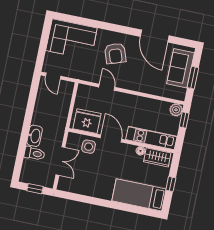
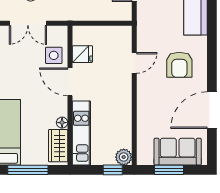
armchair: (115, 53) -> (179, 65), turned -71
fridge: (87, 121) -> (82, 54), width x0.53, depth x0.75
door: (111, 139) -> (70, 82), swing flipped
window: (171, 184) -> (28, 170), width x2.17

